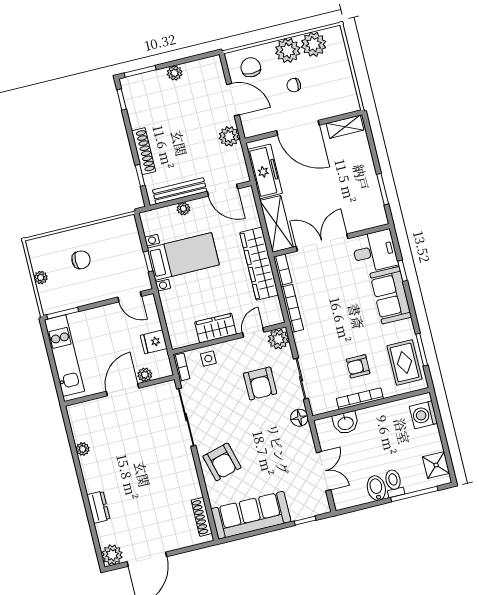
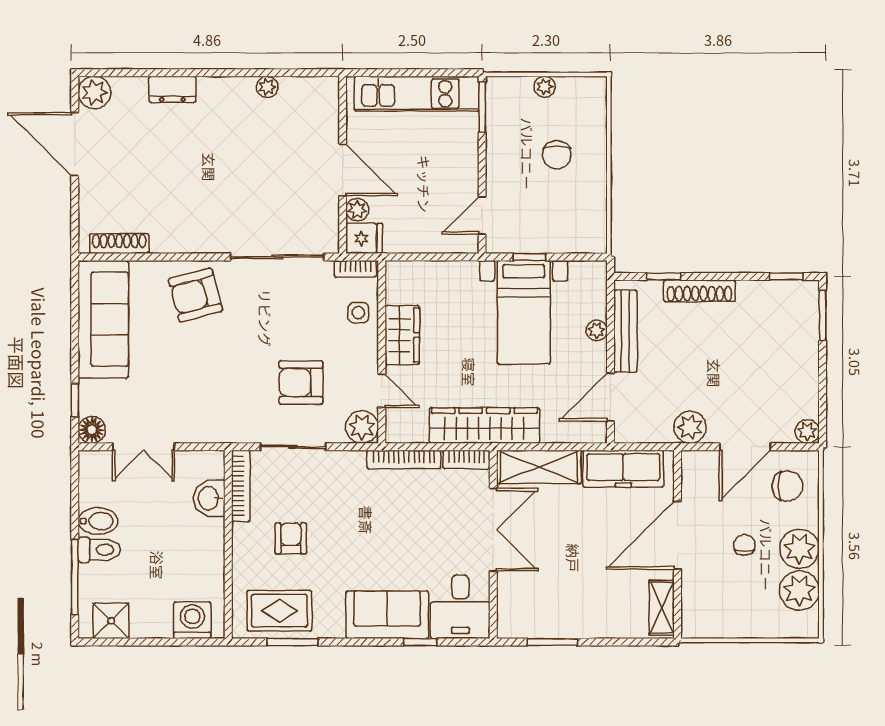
plant: (175, 73) -> (807, 431), moved
fridge: (154, 342) -> (364, 238), moved, turned 90
bookcase: (360, 399) -> (241, 486), moved
floor lamp: (299, 418) -> (92, 430), moved

